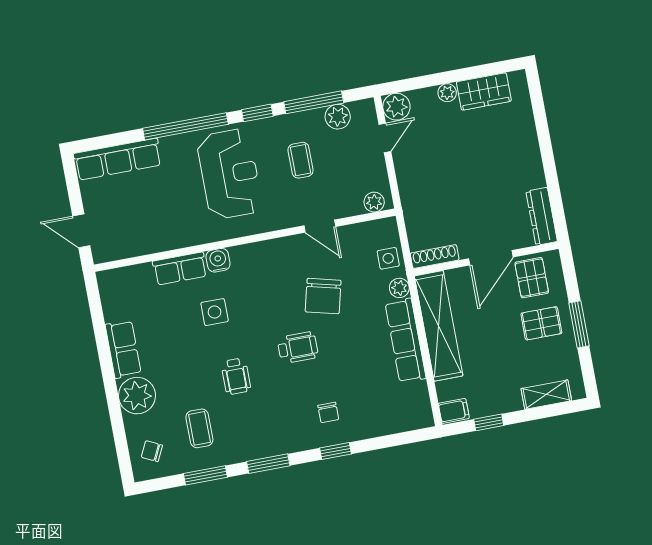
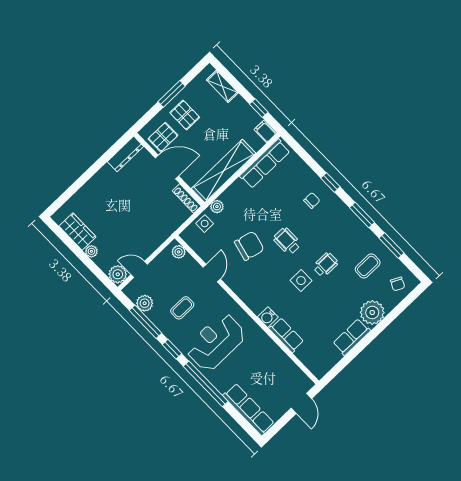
side table: (215, 312) -> (301, 281), moved
row of seats: (406, 341) -> (265, 164), moved

